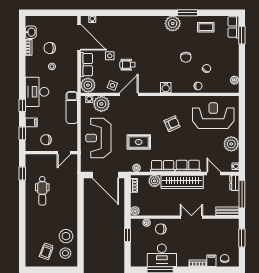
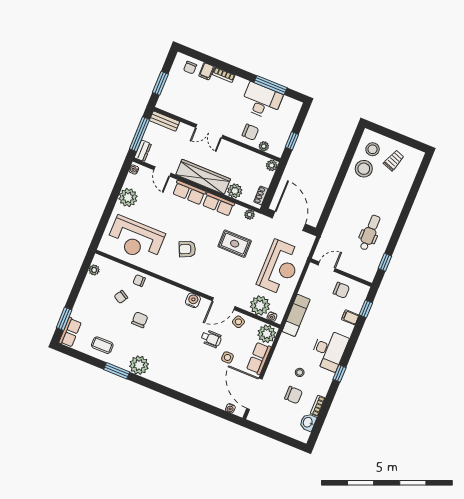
water cooler: (166, 88) -> (193, 300), moved
window: (22, 105) -> (339, 373), moved

